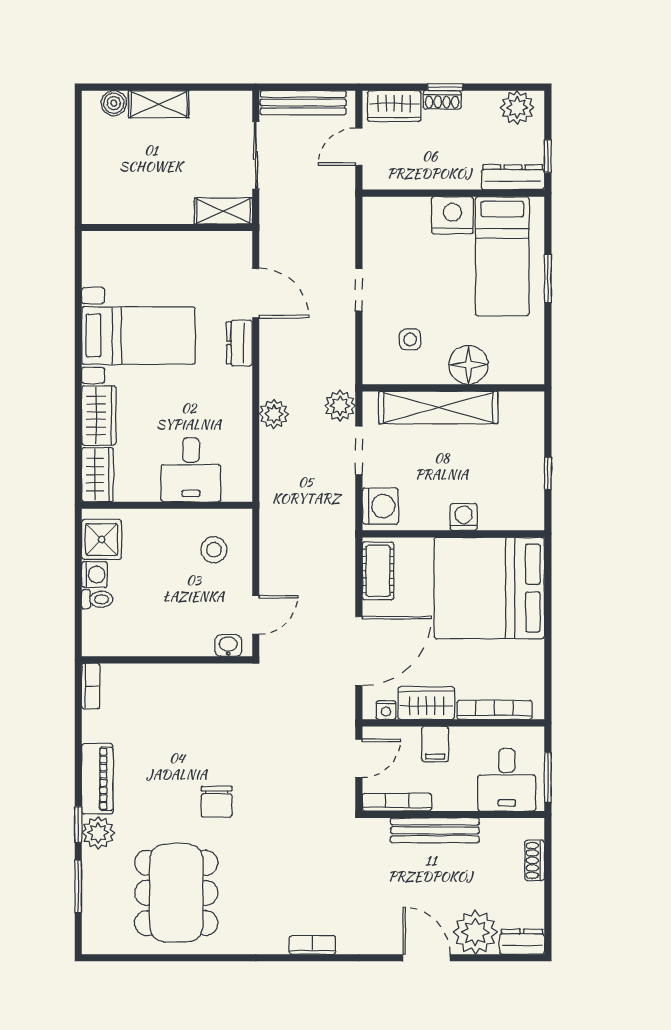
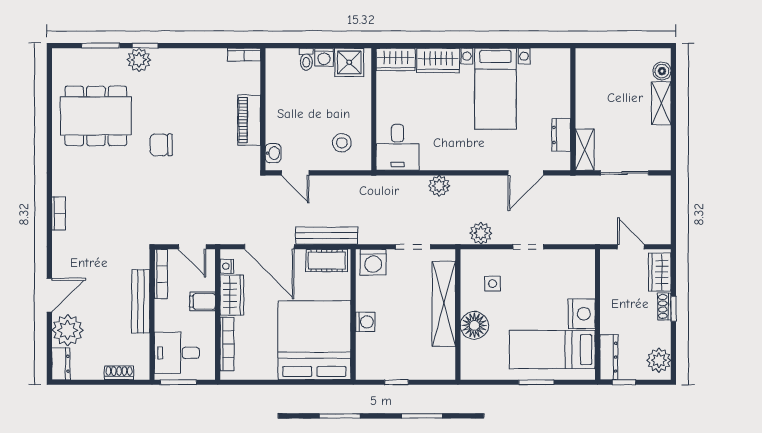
bench: (303, 103) -> (327, 236), moved, turned 90
dresser: (239, 343) -> (561, 135), moved, turned -90
plant: (340, 406) -> (481, 233), moved
desk: (191, 470) -> (397, 147), moved, turned -90
piano: (97, 779) -> (249, 120), moved, turned 90

